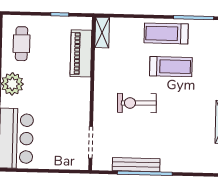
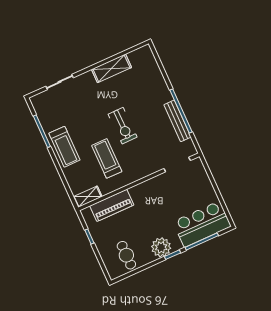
cafe table: (22, 44) -> (126, 255), turned 90
treadmill: (171, 67) -> (107, 158), moved
exercise bike: (137, 103) -> (123, 126), moved

